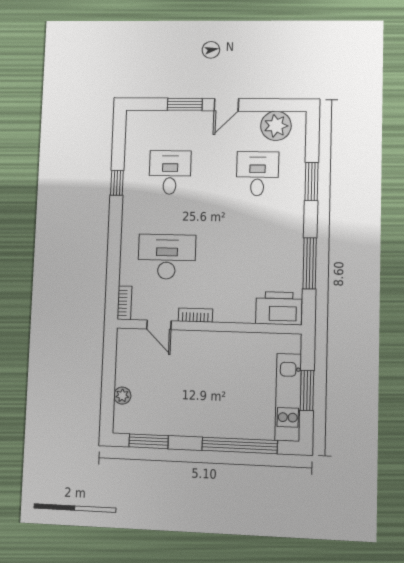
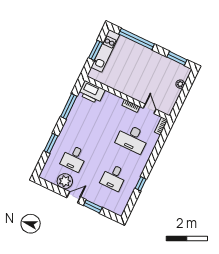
plant: (276, 126) -> (65, 181), moved

